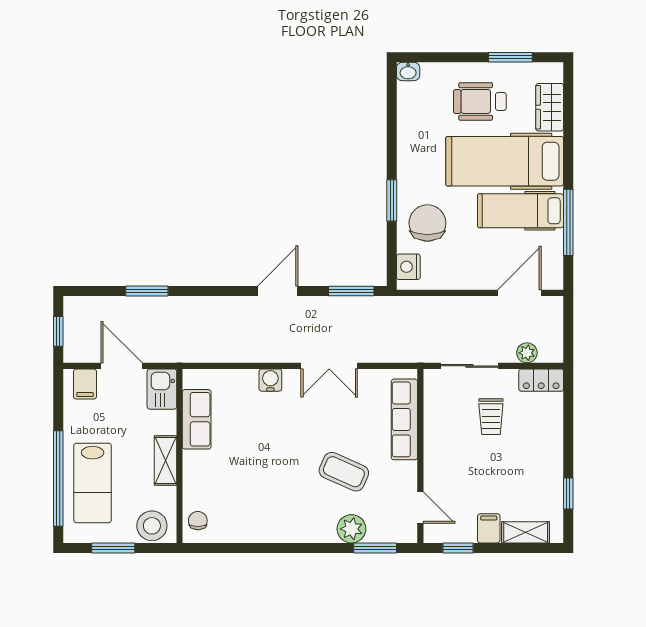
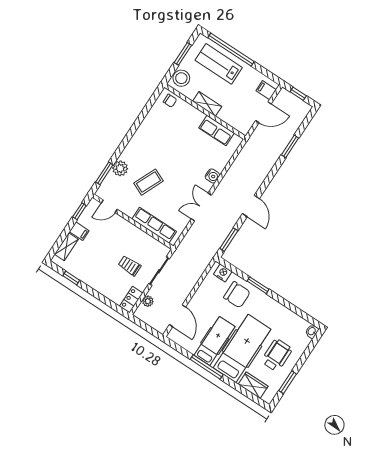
window: (568, 222) -> (207, 367), moved
kitchen sink: (162, 389) -> (241, 124), removed

